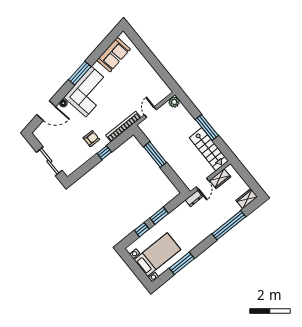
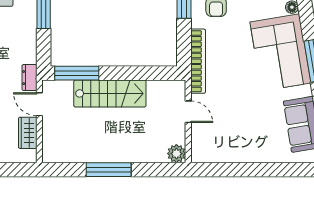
stairs: (209, 149) -> (110, 93), moved, turned 180
window: (155, 155) -> (77, 73), moved

